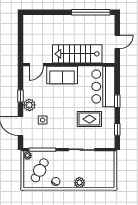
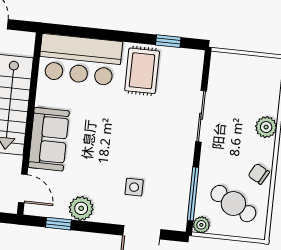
window: (21, 96) -> (59, 224), moved
window: (117, 101) -> (112, 35), removed
plant: (29, 105) -> (81, 208), moved
rug: (89, 119) -> (142, 71), moved

